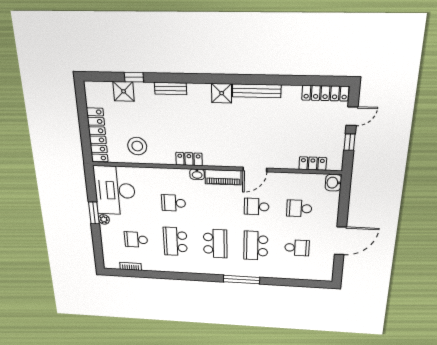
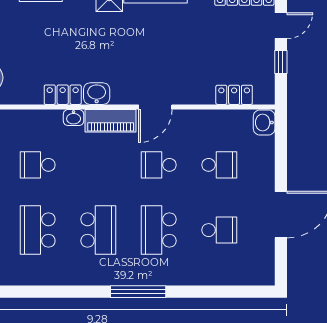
washbasin: (213, 159) -> (97, 94), added
school desk: (299, 208) -> (219, 165), turned 180

